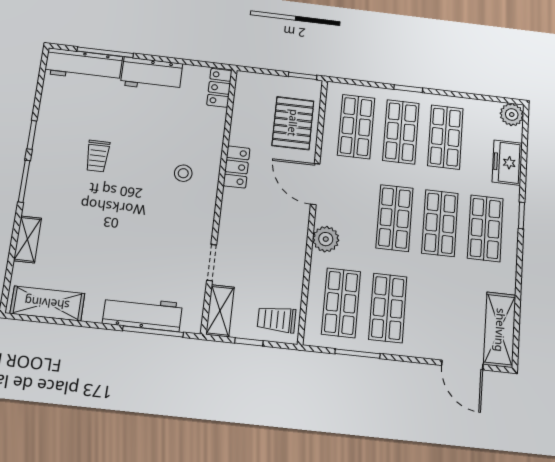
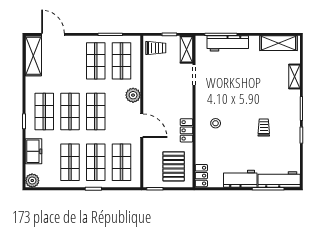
pallet: (293, 123) -> (174, 166), moved

